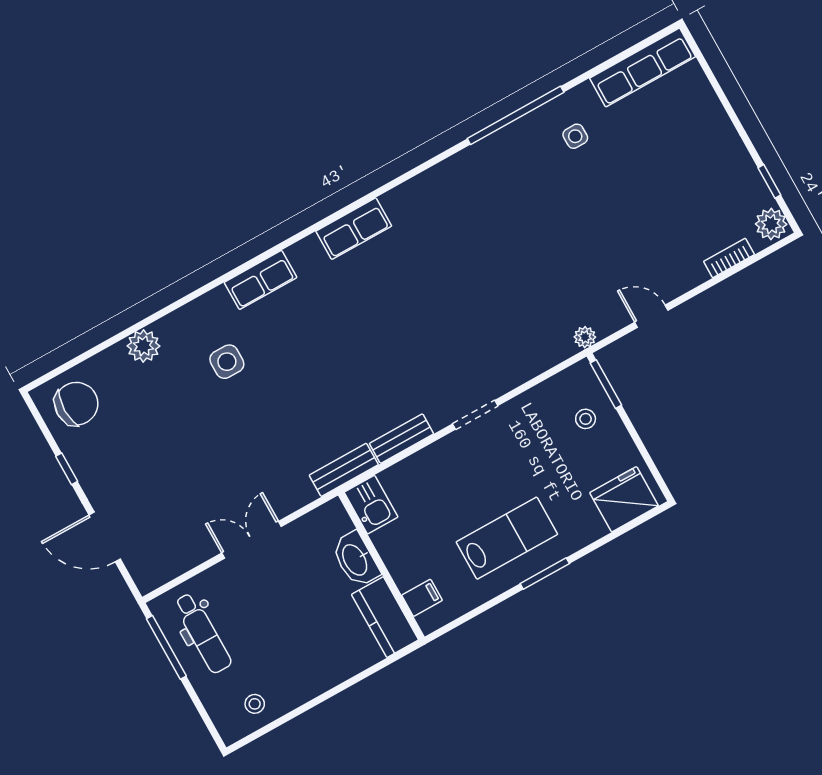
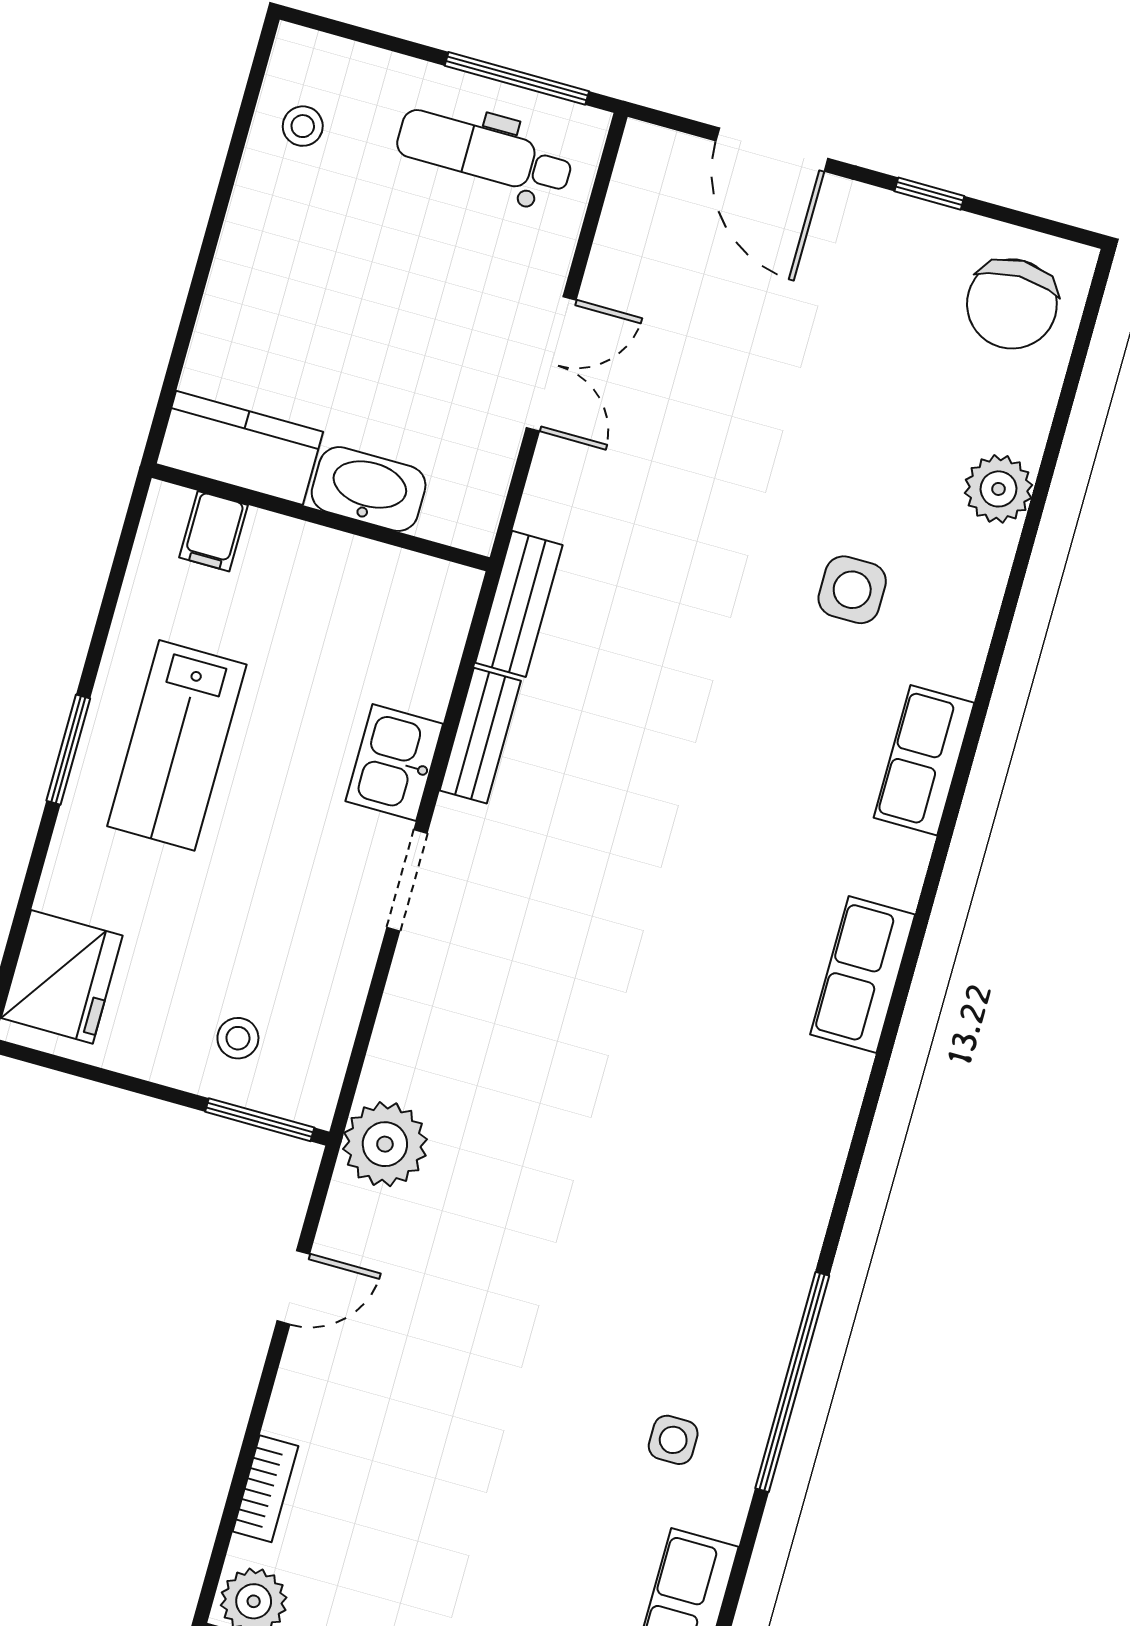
plant: (585, 337) -> (385, 1144), width x1.88, depth x1.88
kitchen sink: (371, 505) -> (394, 763), moved, turned 90
door: (105, 537) -> (772, 150), swing flipped

